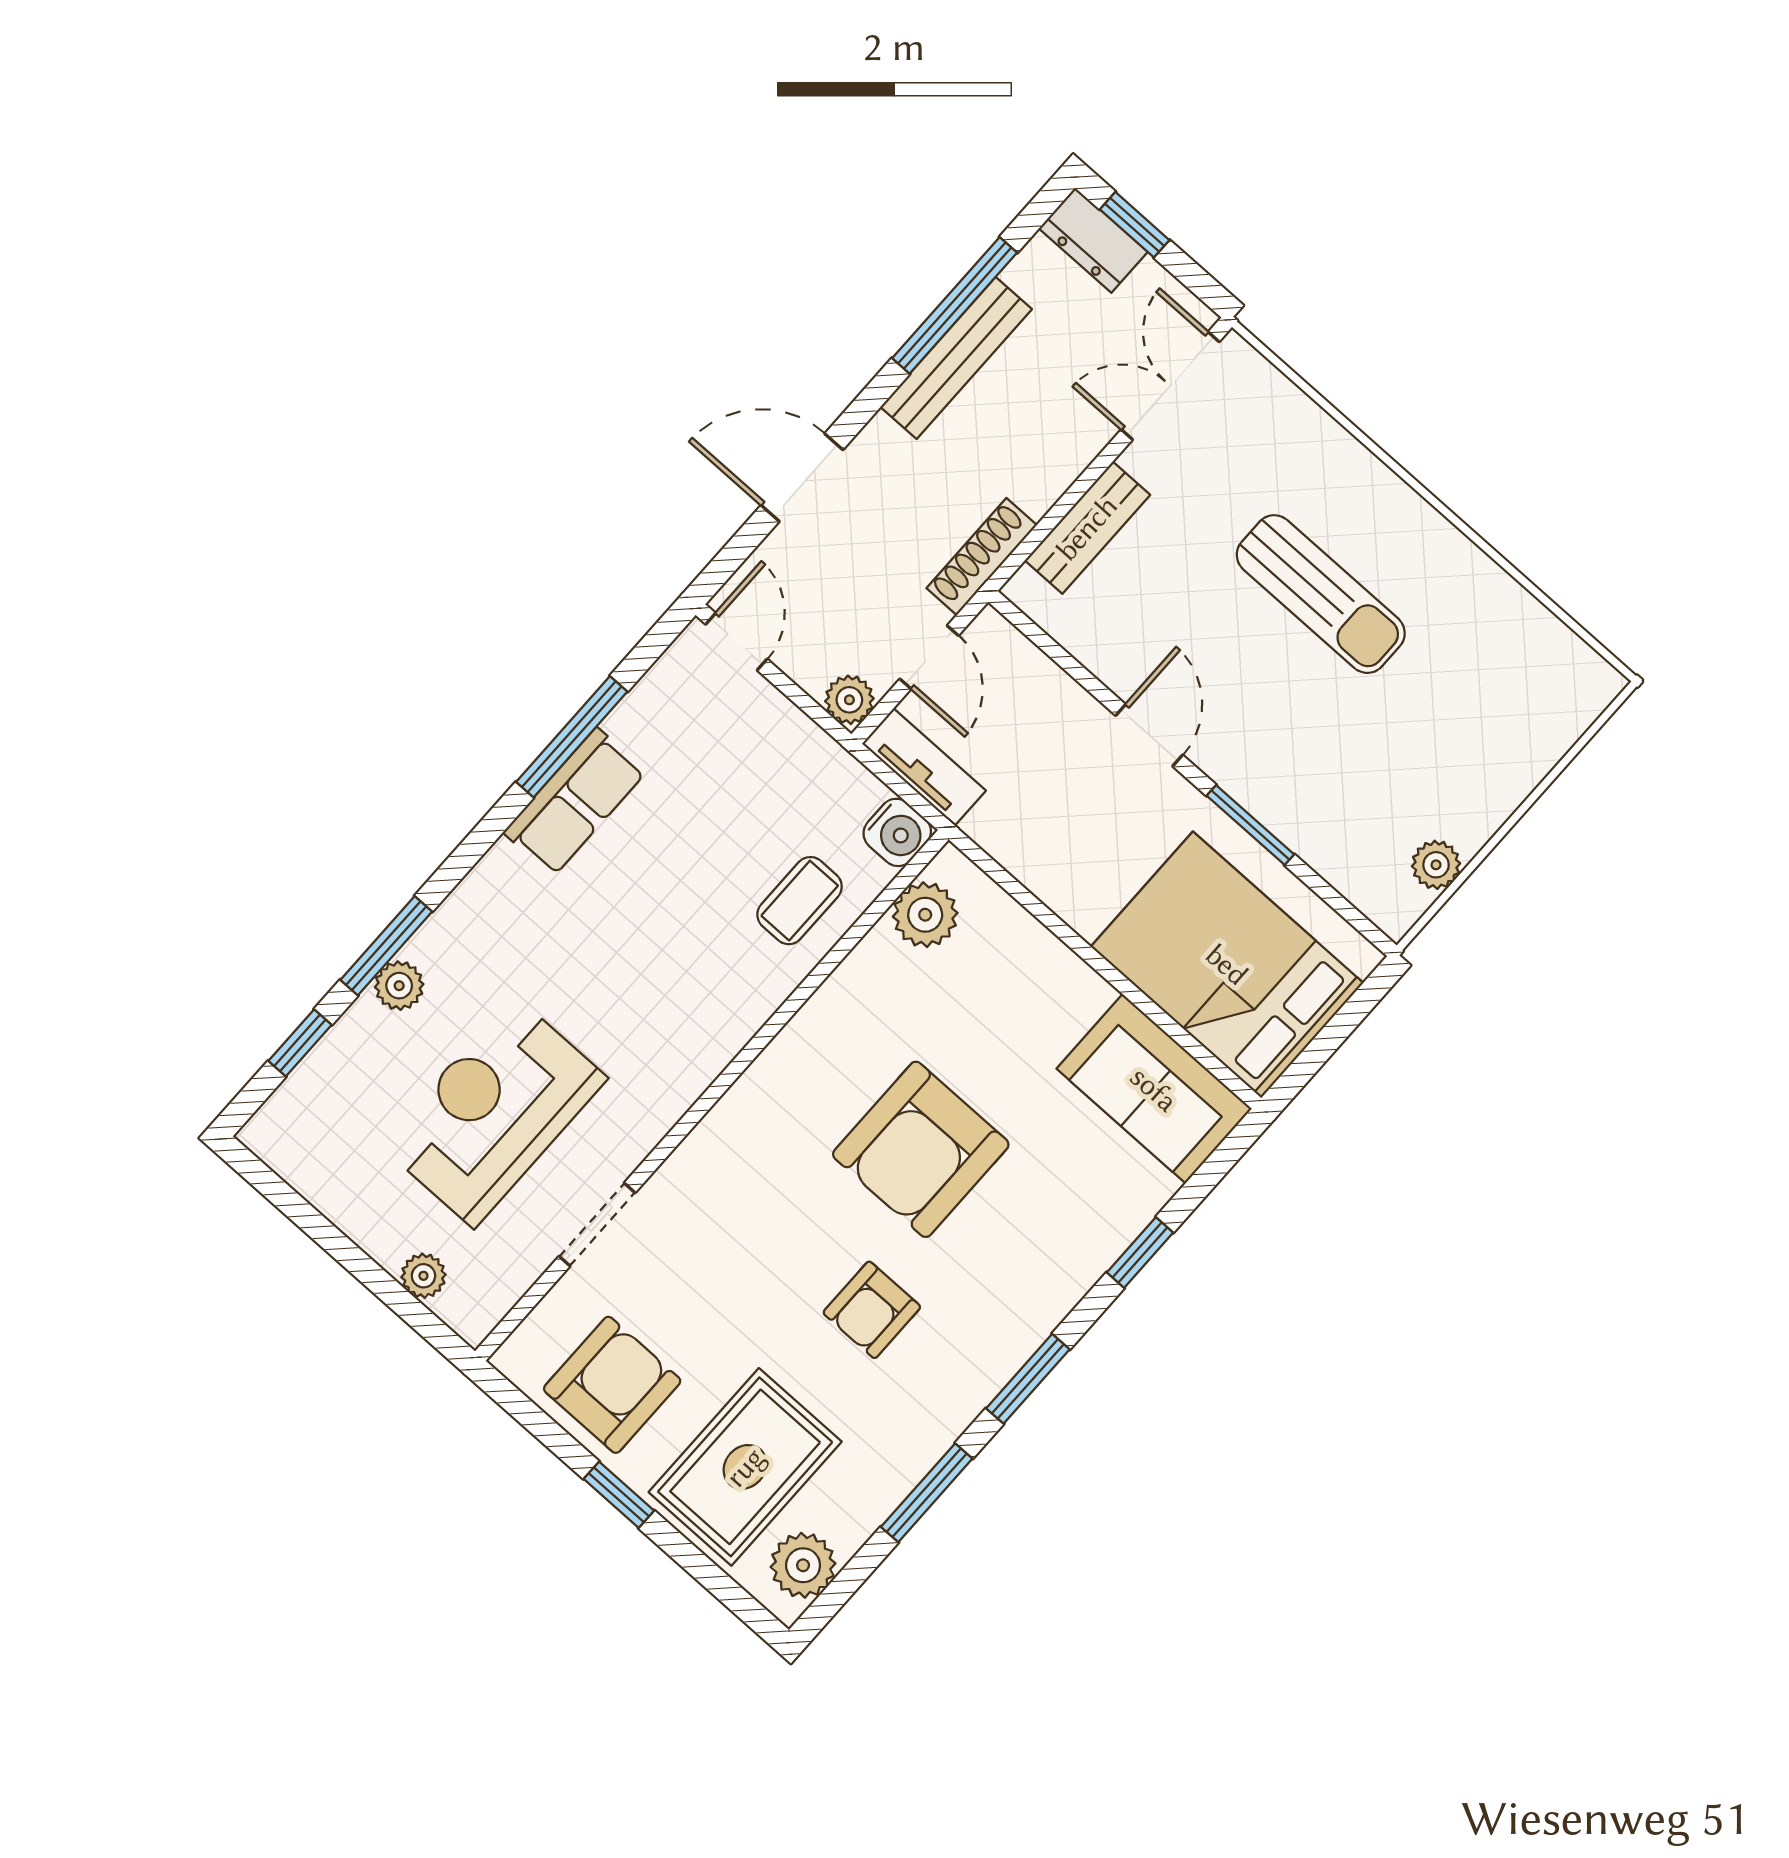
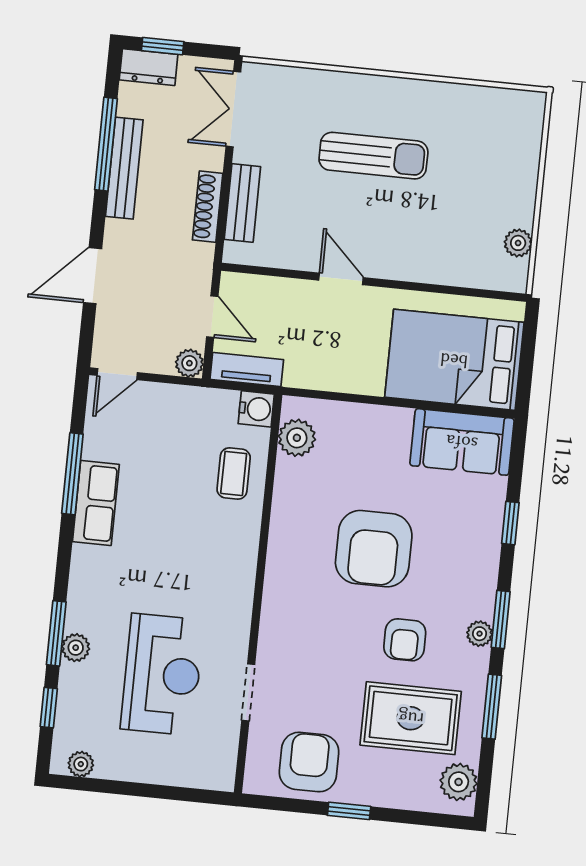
shoe rack: (982, 557) -> (208, 207), moved
door: (736, 642) -> (117, 374), swing flipped
window: (1250, 825) -> (418, 287), removed
reception desk: (494, 1112) -> (162, 674), turned 180
plant: (423, 1276) -> (81, 764), moved
plant: (984, 1377) -> (480, 634), added
rug: (745, 1467) -> (411, 718), moved, turned 90

